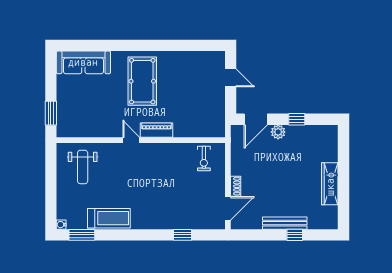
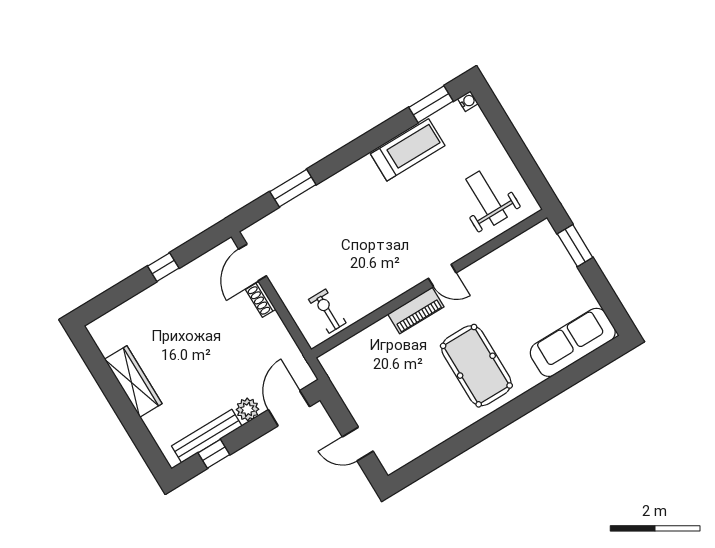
window: (297, 119) -> (214, 454), moved
treadmill: (109, 218) -> (408, 150), turned 180
bench: (285, 223) -> (207, 436), moved
window: (182, 235) -> (293, 188), width x1.50
window: (295, 235) -> (163, 267), moved

